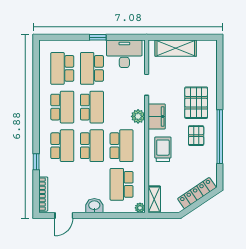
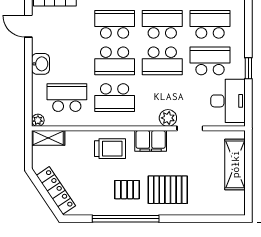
school desk: (62, 107) -> (162, 24), turned 180
plant: (138, 116) -> (168, 118), moved
school desk: (62, 146) -> (115, 24), turned 180

